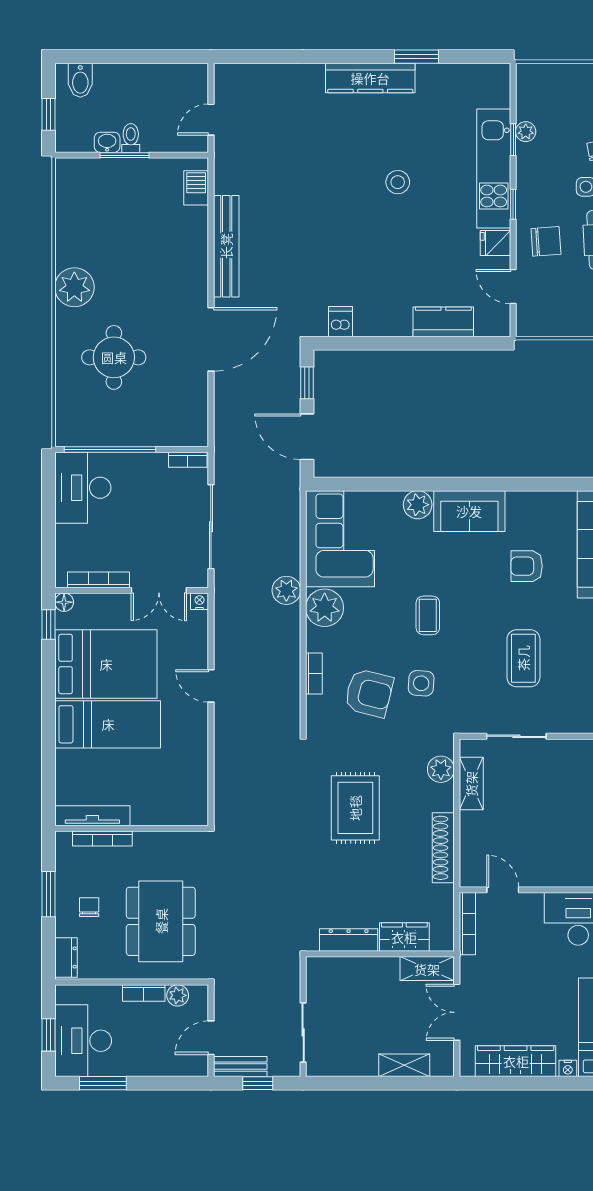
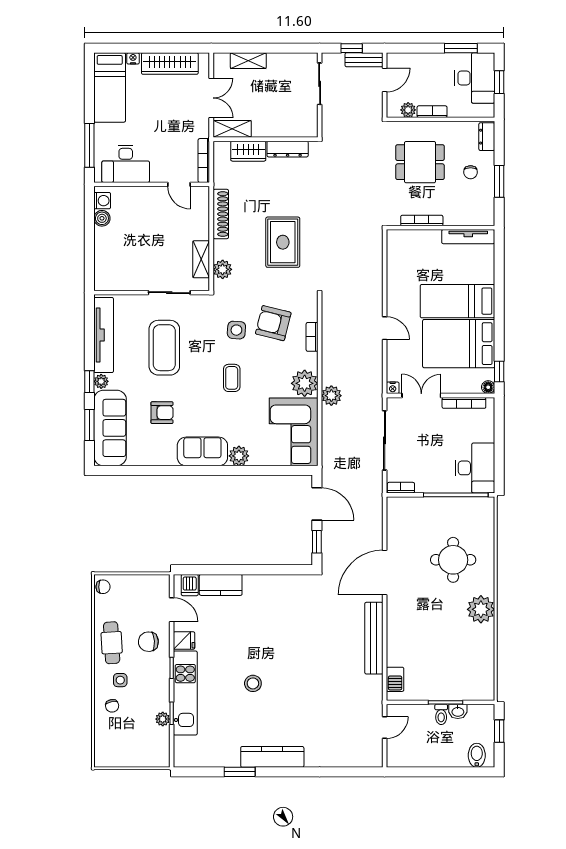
dishwasher: (340, 322) -> (190, 585), moved
coffee table: (523, 658) -> (164, 348), width x1.36, depth x1.32
bookcase: (102, 839) -> (422, 220), moved
dining table: (161, 921) -> (420, 162), width x0.73

